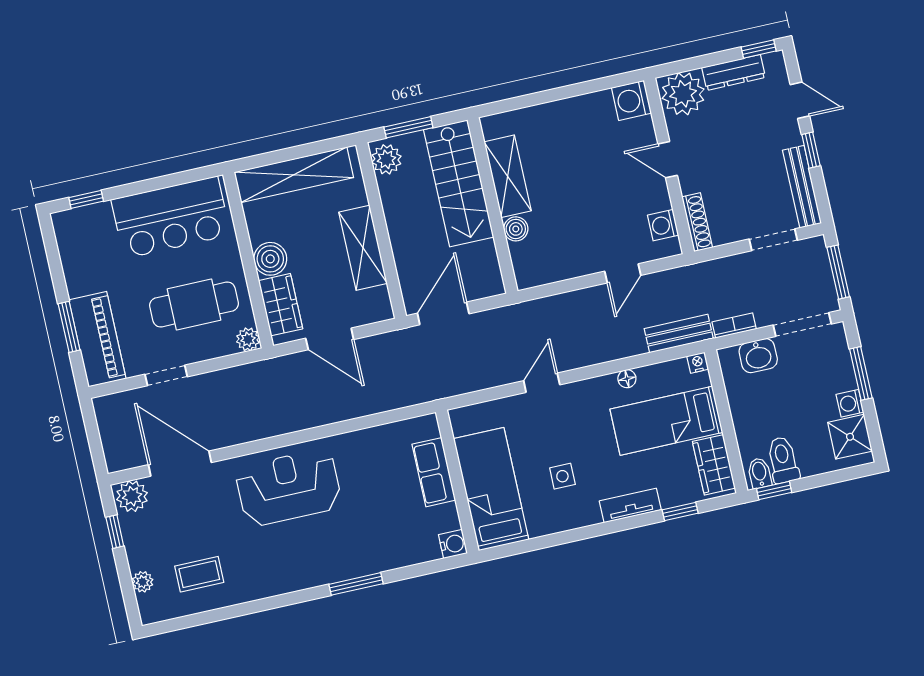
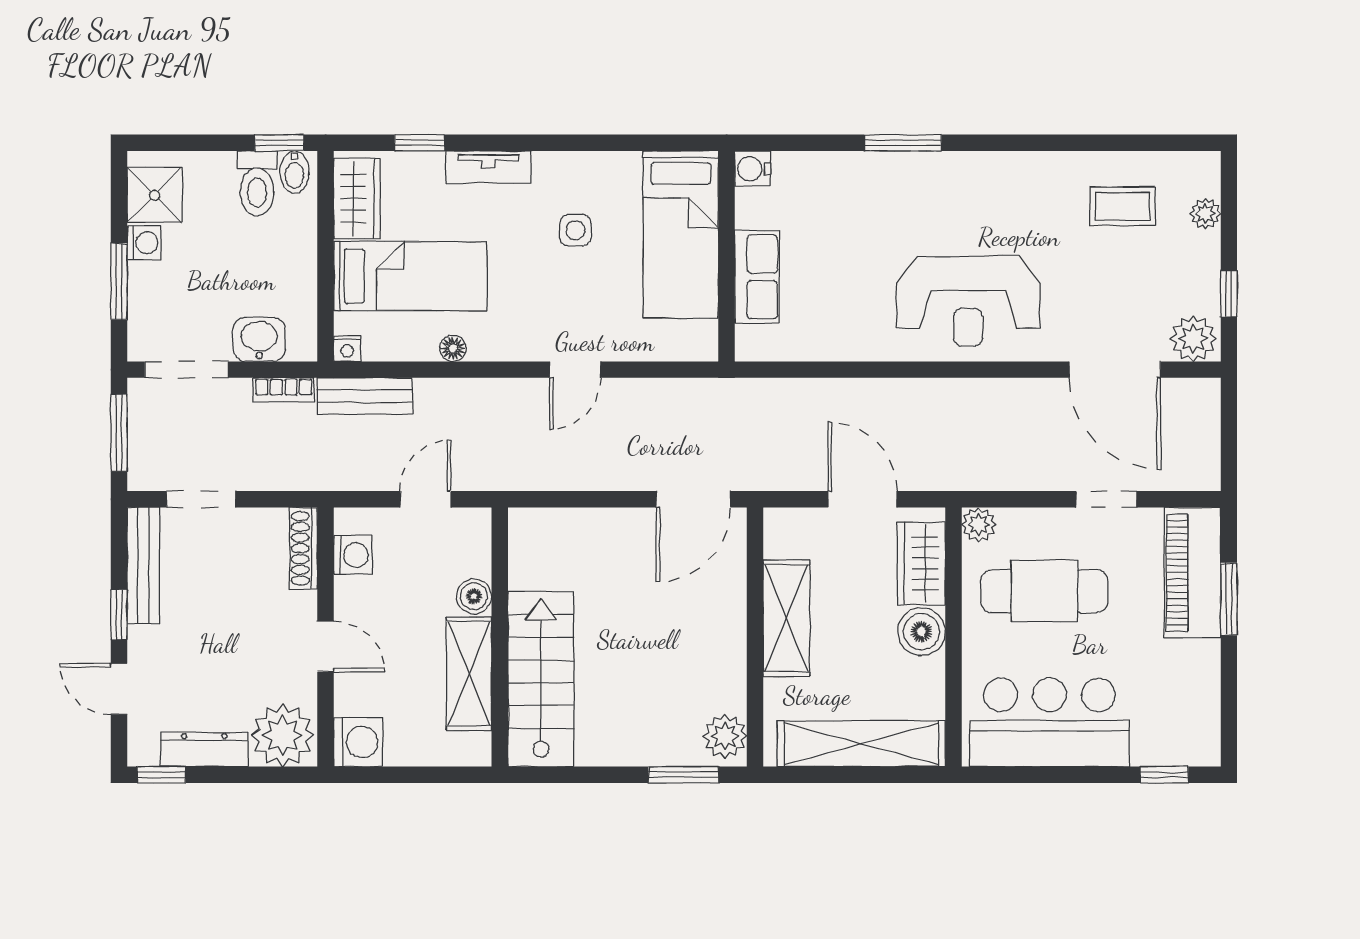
shelving: (508, 176) -> (469, 674), moved
stairs: (459, 183) -> (541, 679), moved
wall: (493, 205) -> (500, 637), moved
boiler: (516, 229) -> (474, 596), moved

